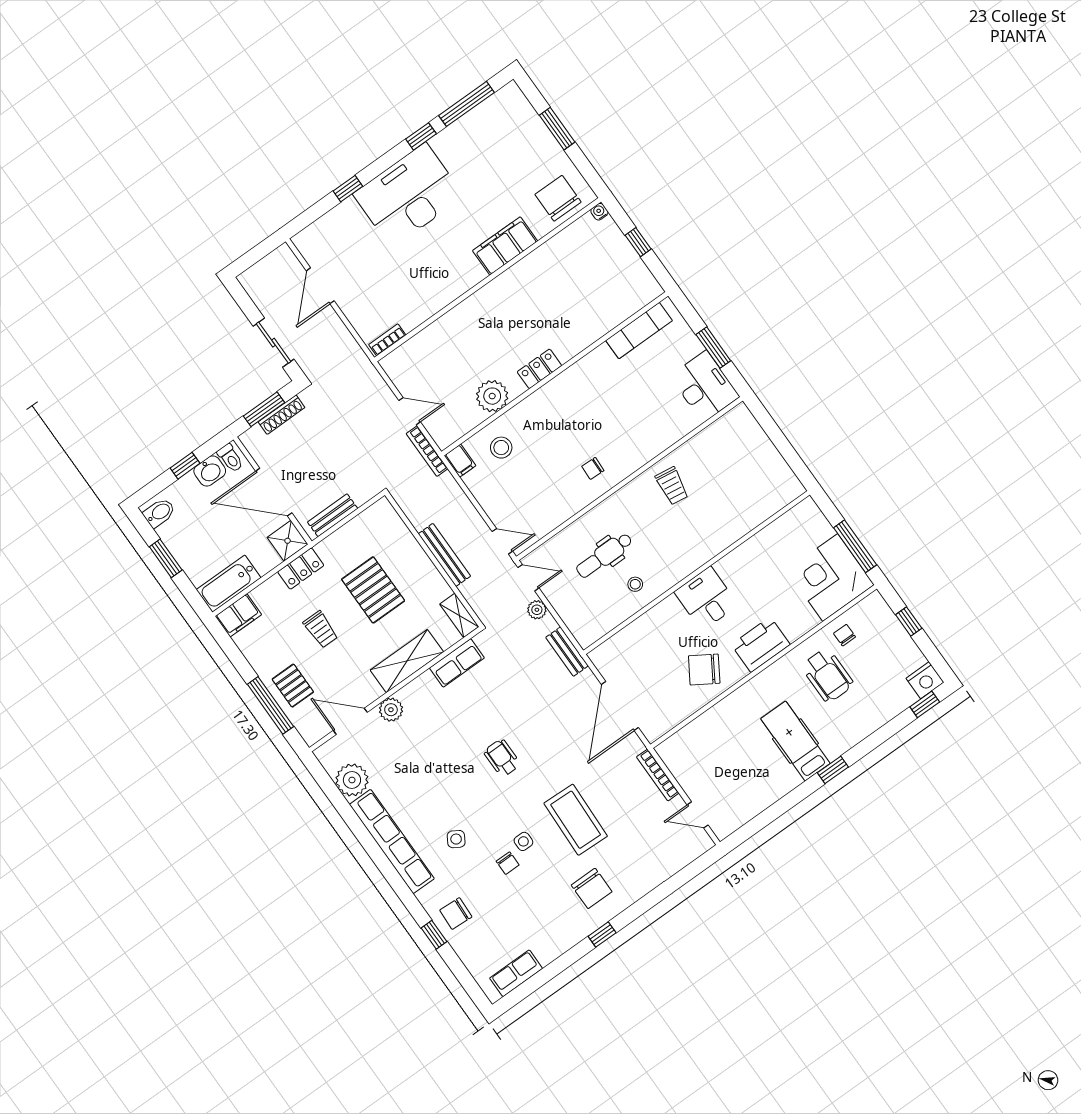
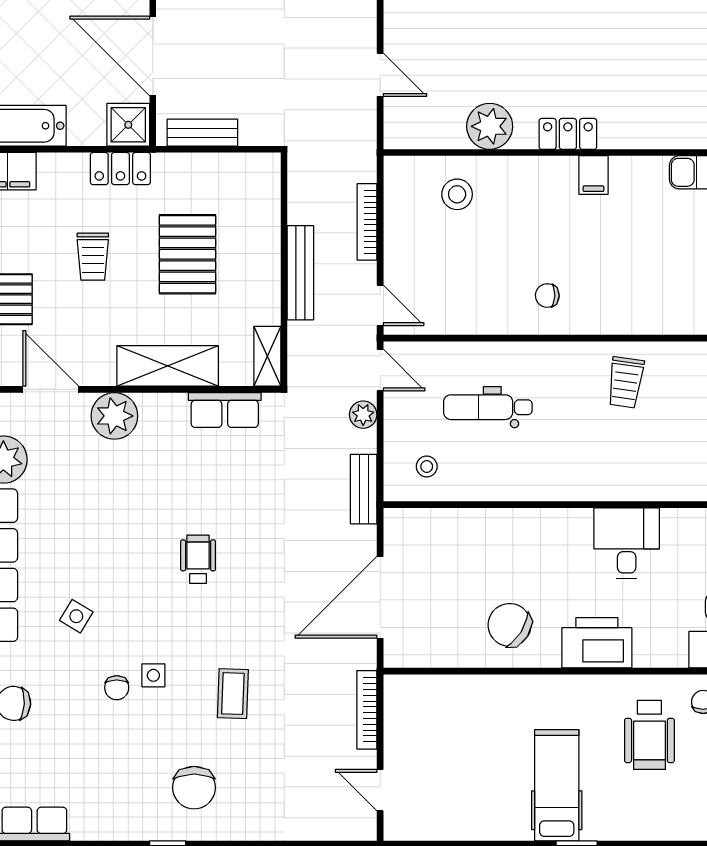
bookcase: (427, 451) -> (367, 222), moved
filing cabinet: (460, 461) -> (594, 175), moved
stool: (635, 584) -> (427, 466), moved
desk: (706, 598) -> (627, 543), moved
plant: (391, 710) -> (114, 416), width x1.36, depth x1.36
coffee table: (576, 820) -> (233, 694), width x0.54, depth x0.58

